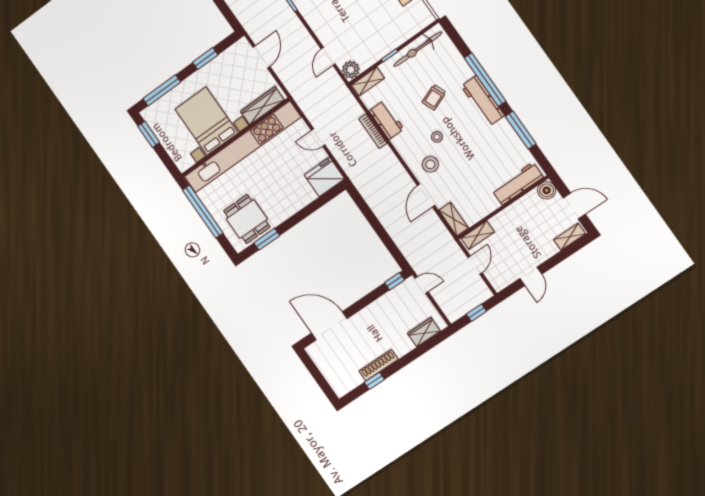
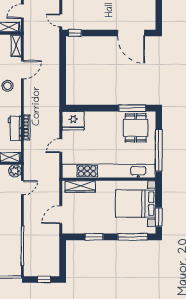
bed with nightstands: (207, 121) -> (136, 204), moved, turned 90
door: (318, 138) -> (61, 146), swing flipped
window: (267, 239) -> (132, 108), width x1.44

